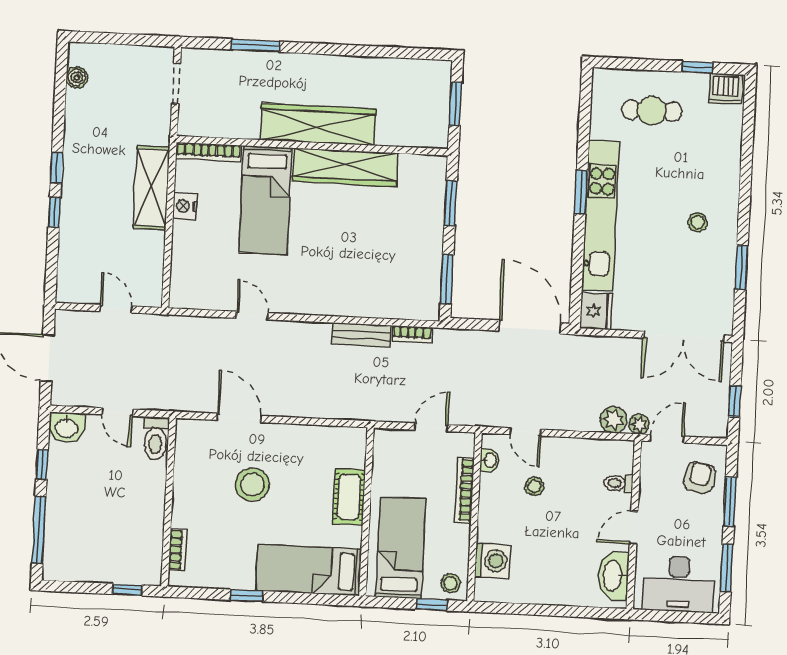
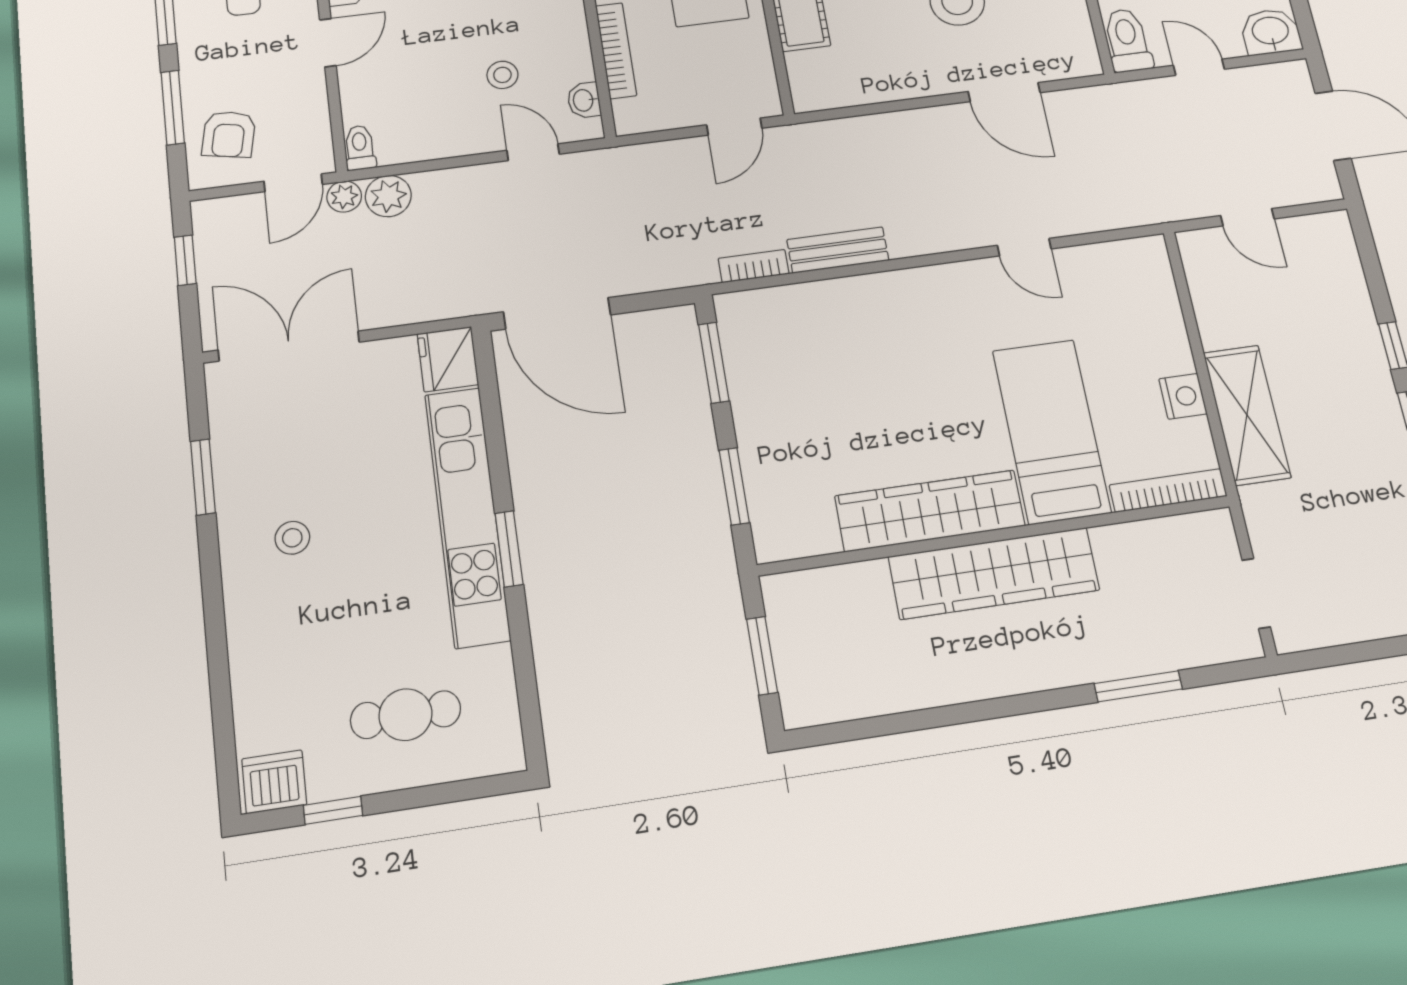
door: (431, 427) -> (734, 127), moved
toilet: (618, 483) -> (360, 148), moved, turned -90

